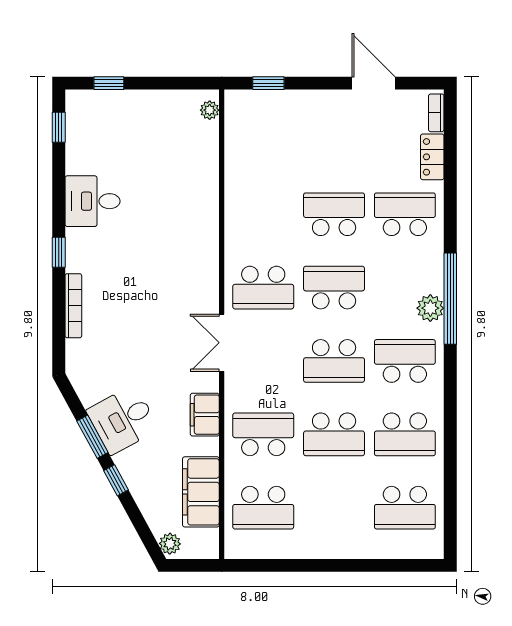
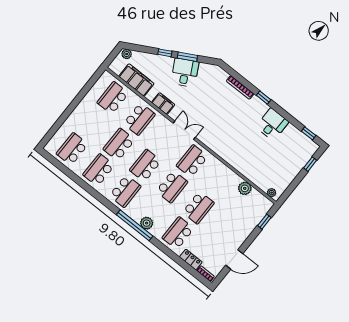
plant: (239, 161) -> (245, 188), added
school desk: (405, 214) -> (178, 233), turned 180
plant: (430, 308) -> (147, 223), moved

